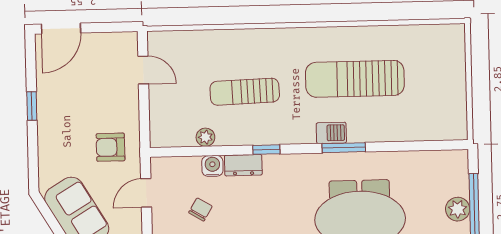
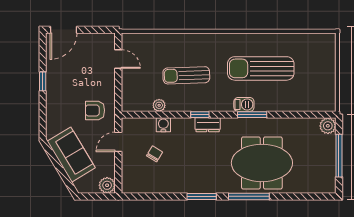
dresser: (243, 165) -> (208, 125), moved
plant: (458, 209) -> (328, 126), moved

